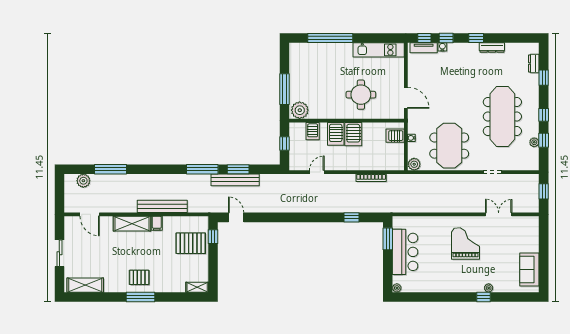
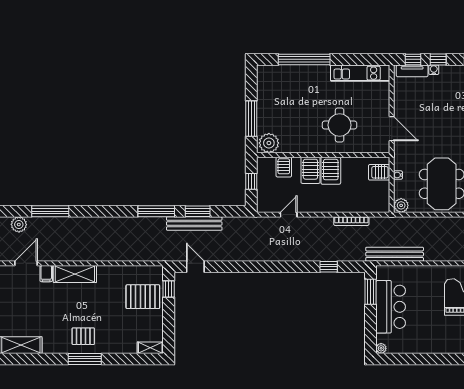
bench: (162, 206) -> (395, 254), moved
door: (90, 214) -> (26, 263), swing flipped
filing cabinet: (157, 223) -> (46, 274), moved

